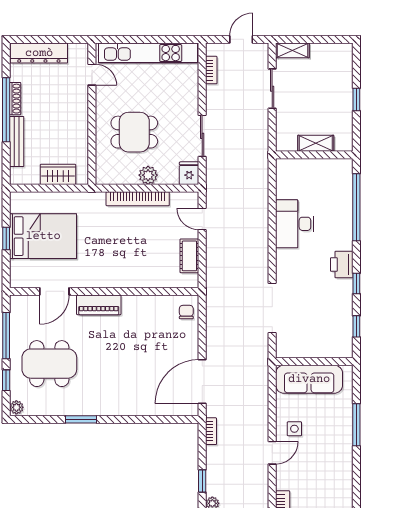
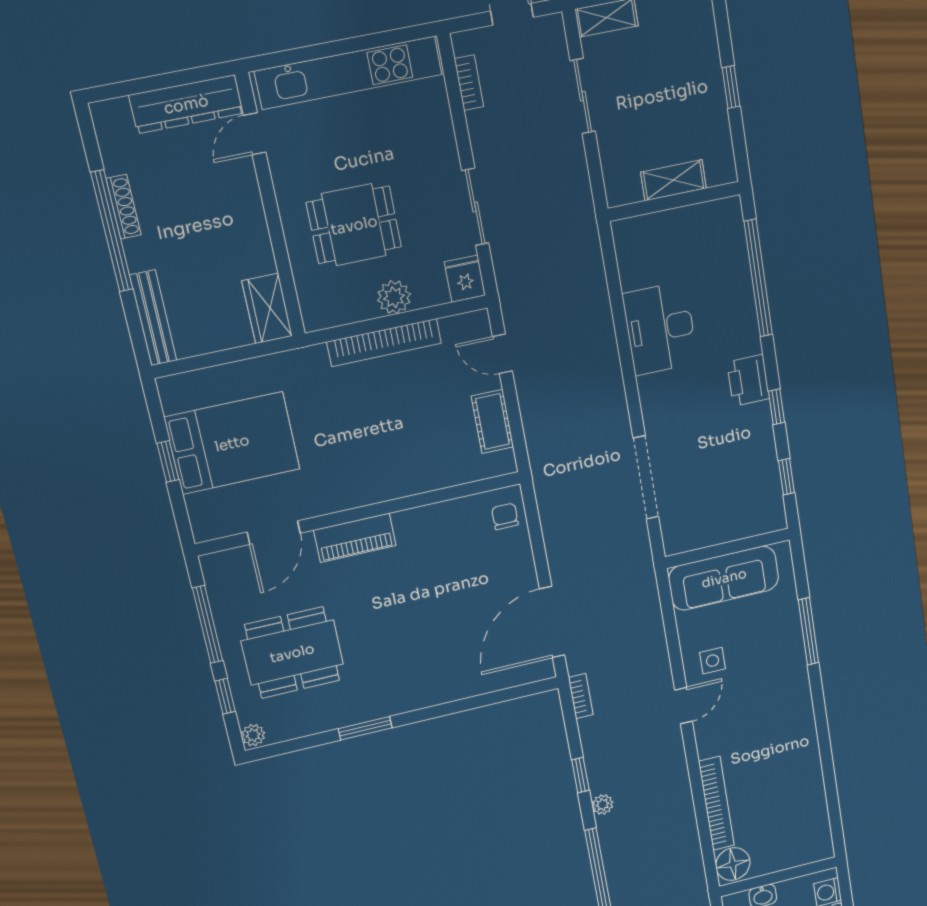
dresser: (39, 53) -> (186, 104), moved
door: (92, 75) -> (255, 134), swing flipped
bench: (17, 141) -> (153, 318), moved
wardrobe: (58, 174) -> (267, 308), moved, turned -90

